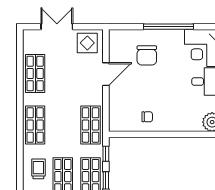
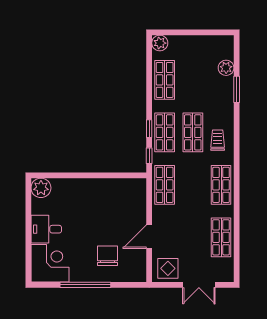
chair: (147, 117) -> (107, 193), removed
trolley: (38, 169) -> (218, 140), turned 180

